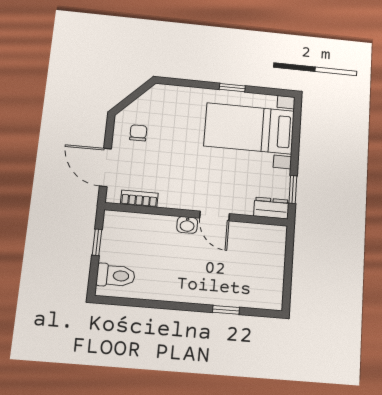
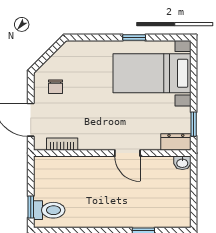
chair: (138, 133) -> (56, 87), turned 180
washbasin: (187, 225) -> (182, 163), moved
window: (97, 242) -> (31, 207), moved

